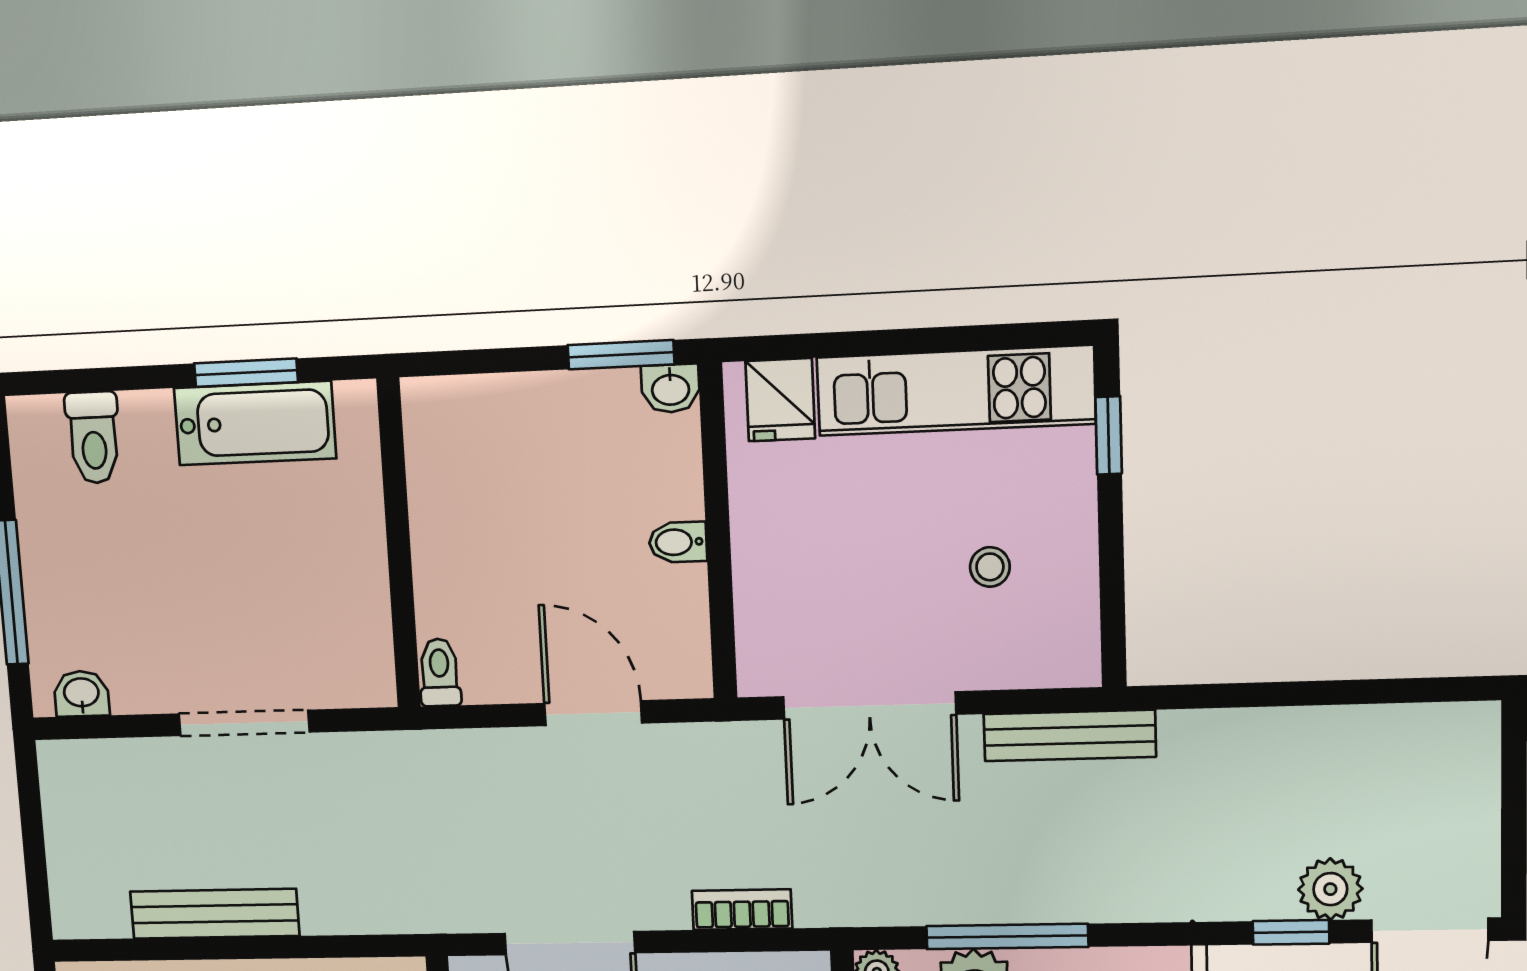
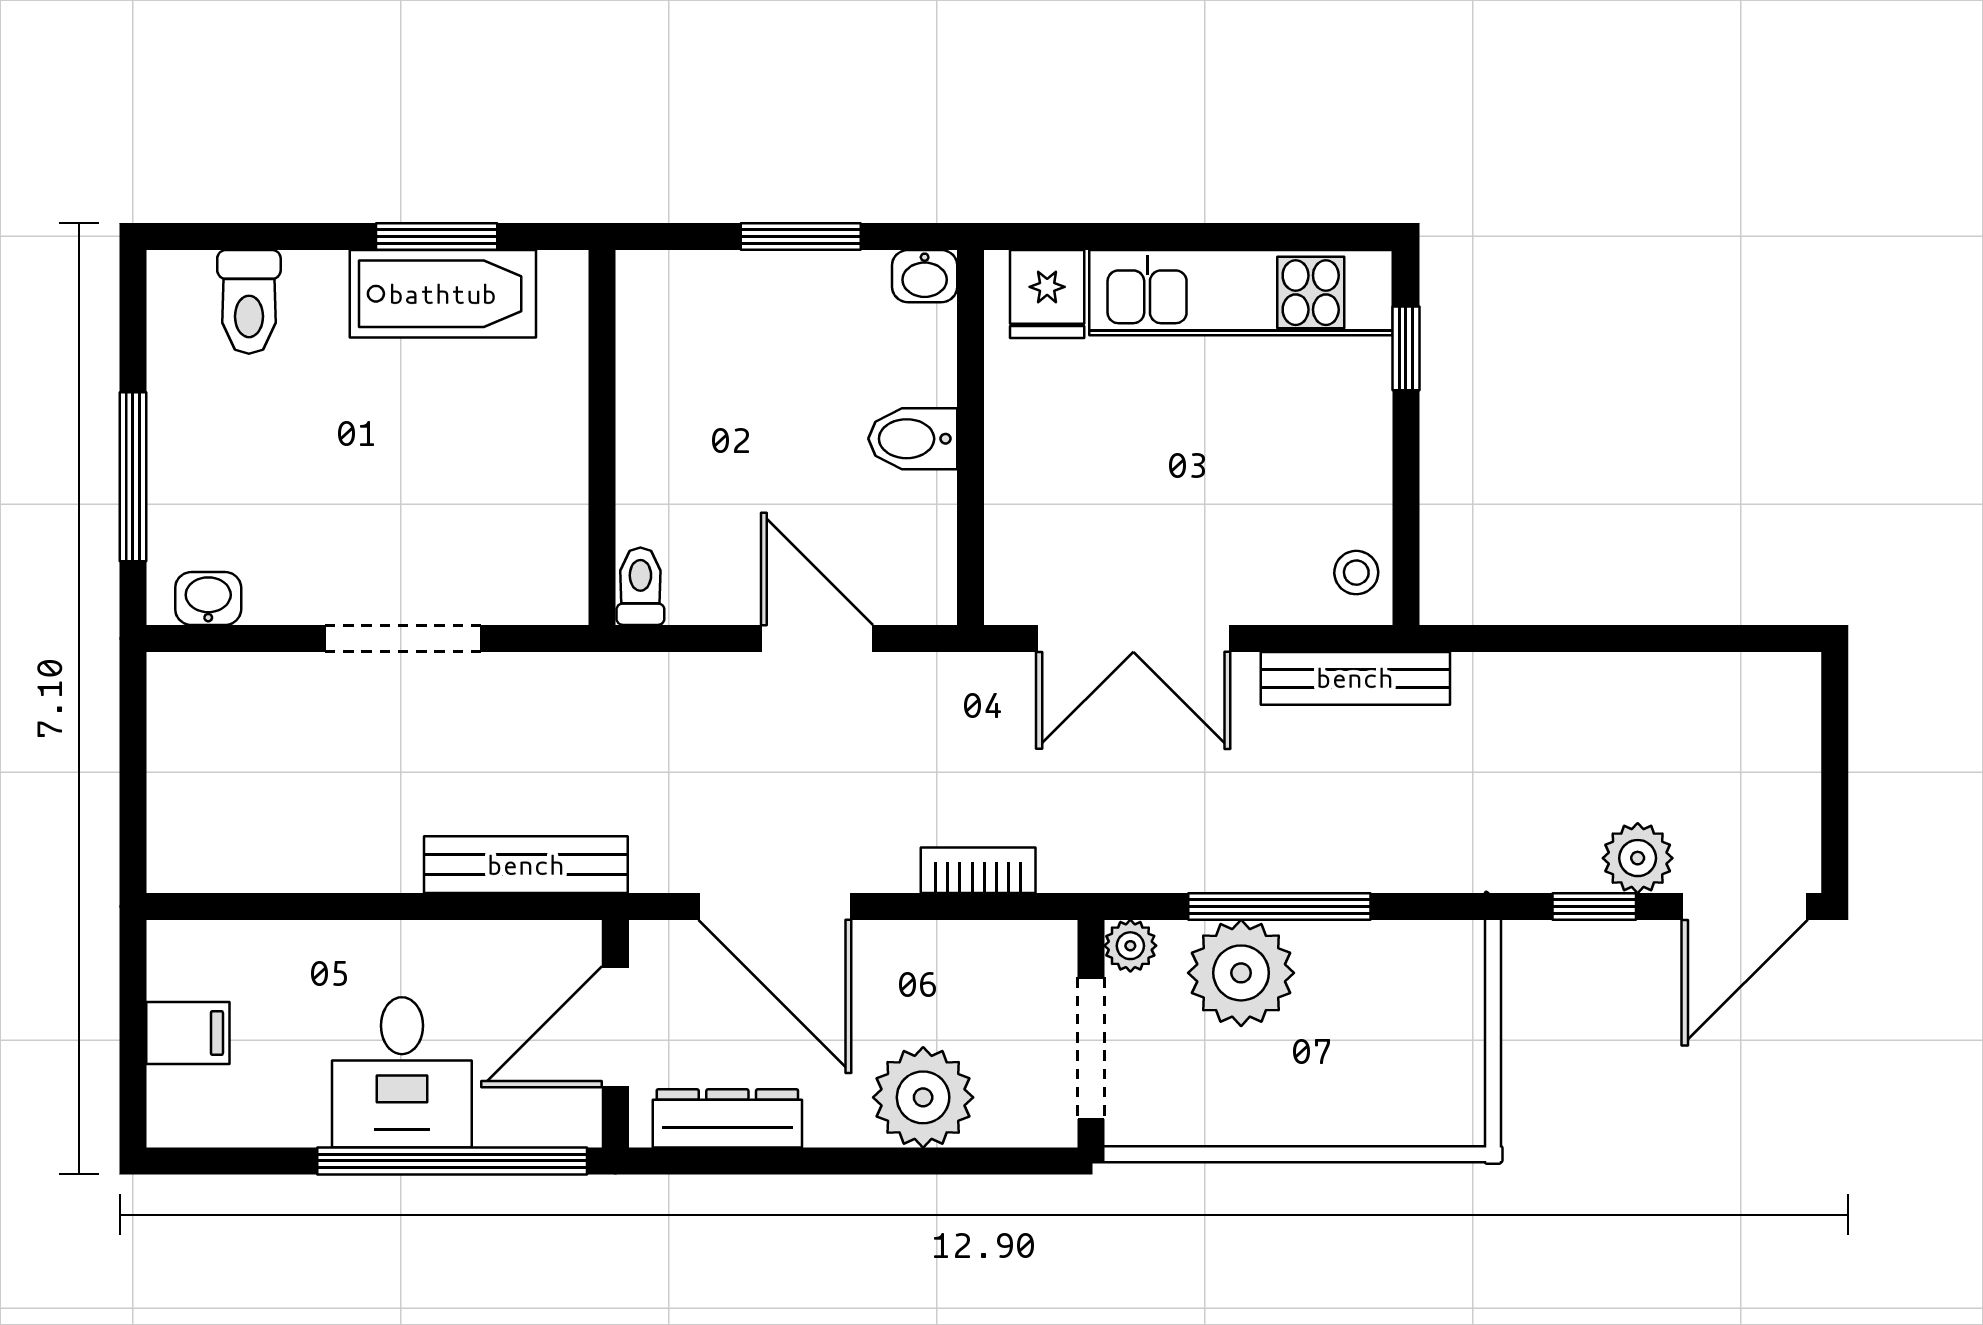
window: (621, 355) -> (801, 236), moved
bidet: (678, 542) -> (913, 439), width x1.38, depth x1.36
stool: (990, 567) -> (1356, 573), moved
bench: (215, 914) -> (526, 865), moved

